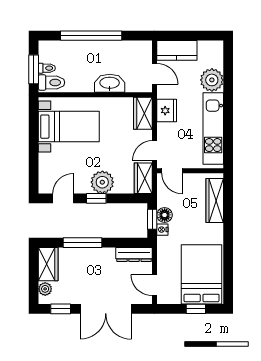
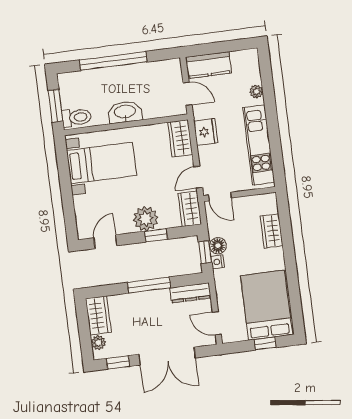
toilet: (47, 68) -> (70, 102), removed
plant: (212, 80) -> (256, 92), width x0.53, depth x0.53
washbasin: (110, 83) -> (125, 112), moved
window: (96, 198) -> (156, 235), moved
wardrobe: (215, 200) -> (272, 231), width x0.67
window: (82, 243) -> (149, 285), moved

